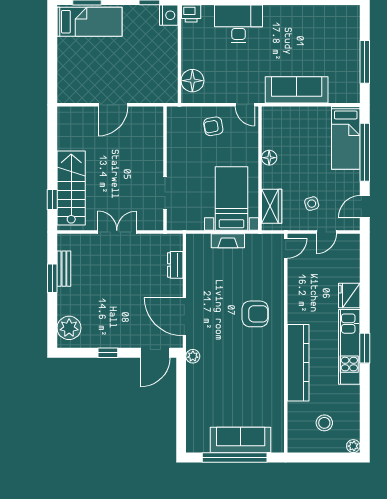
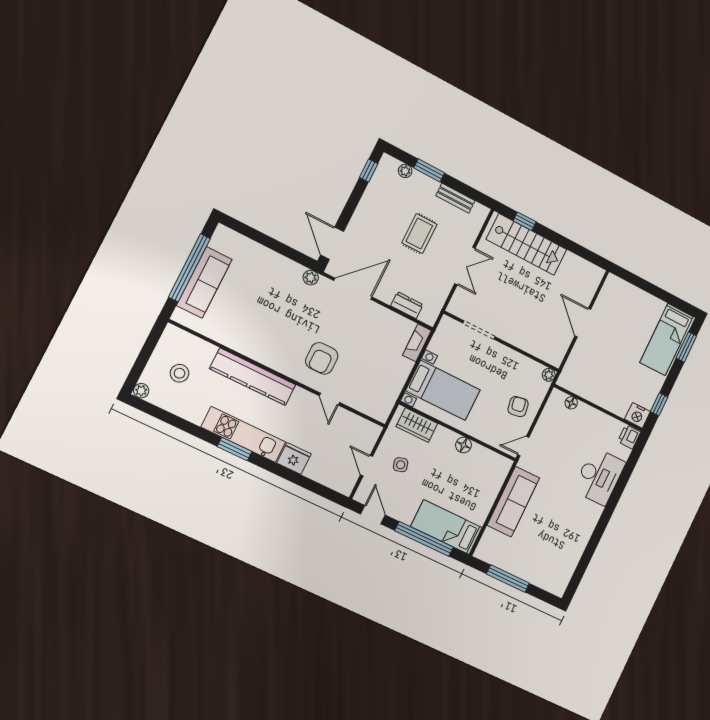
floor lamp: (192, 81) -> (571, 403), width x0.53, depth x0.53
plant: (173, 113) -> (549, 375), added
fireplace: (228, 241) -> (417, 343), moved
door: (286, 248) -> (329, 399), moved
window: (52, 278) -> (429, 170), moved
rug: (110, 284) -> (419, 234), added
plant: (69, 328) -> (405, 171), width x0.53, depth x0.53
window: (108, 353) -> (369, 171), moved

